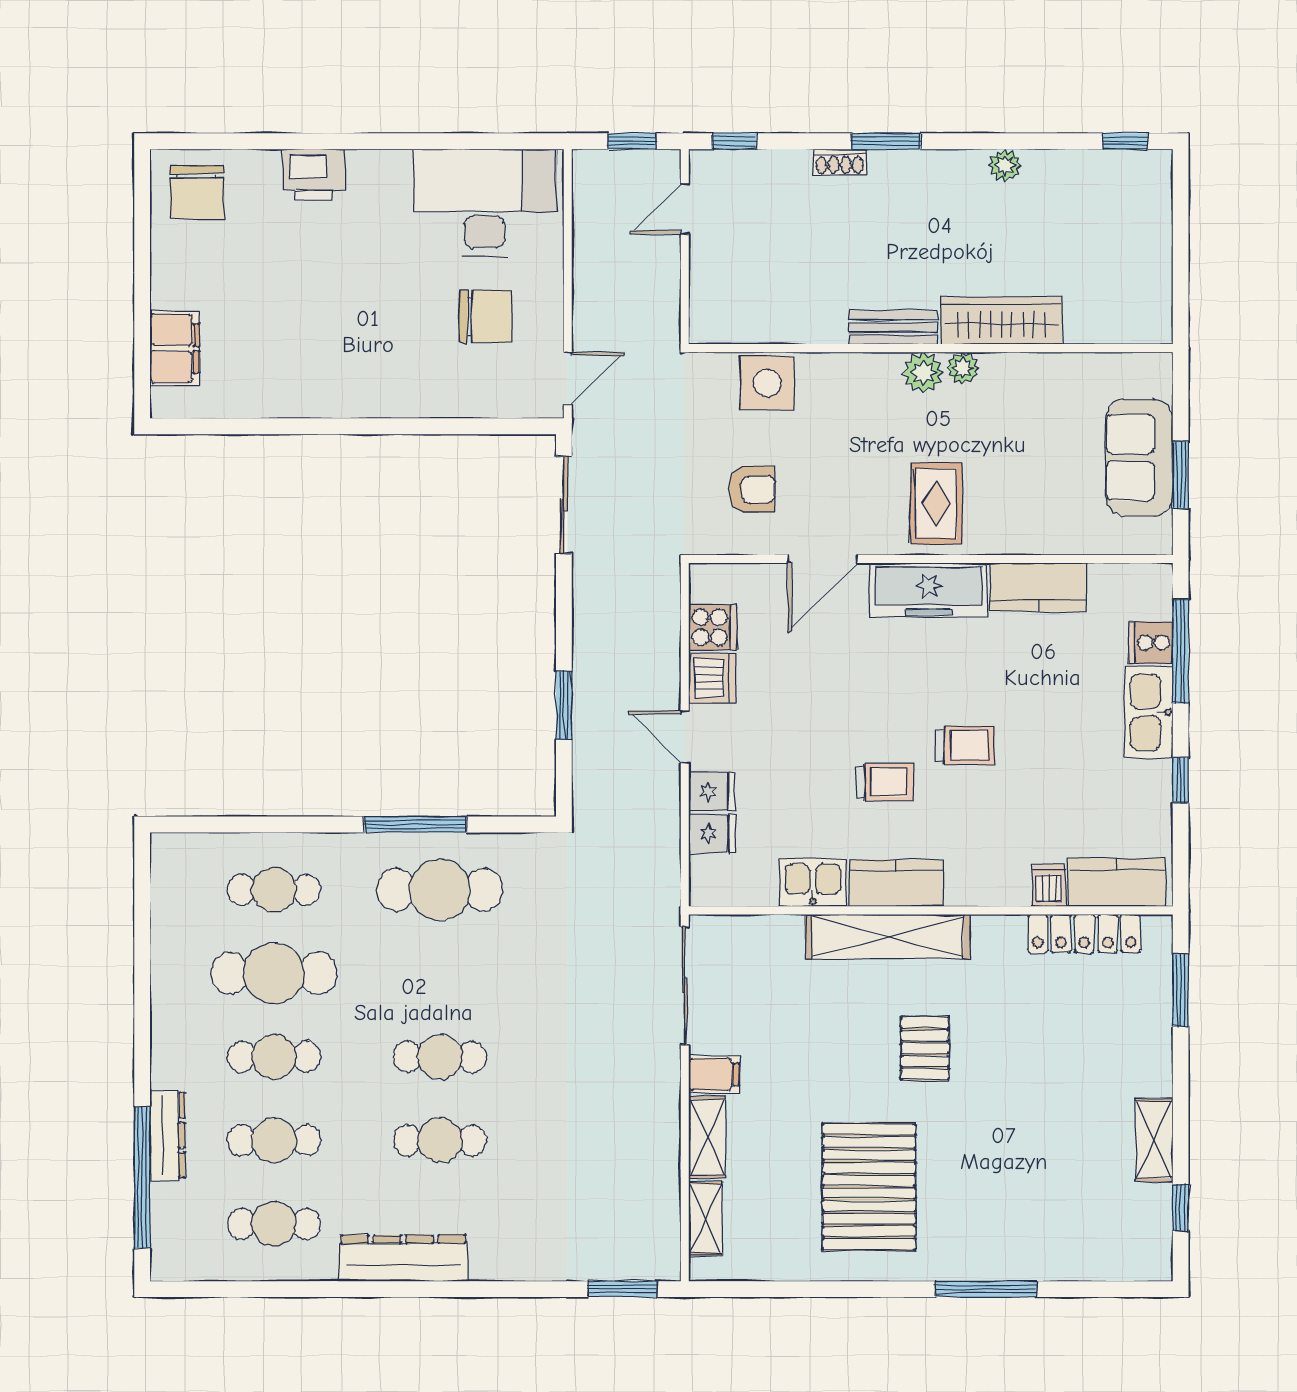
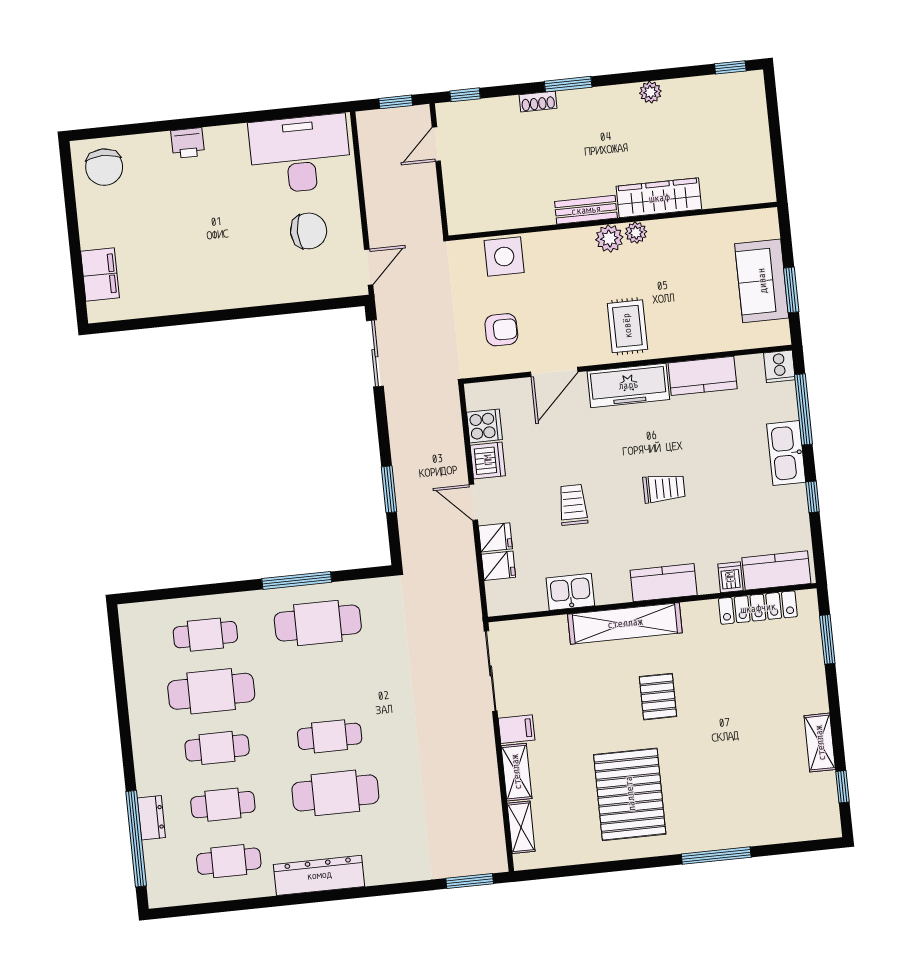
printer: (314, 175) -> (188, 143), width x0.73, depth x0.81
cooker: (1151, 643) -> (779, 366), moved, turned -90
trolley: (885, 782) -> (573, 505), moved, turned -90
kitchen counter: (896, 883) -> (664, 583), moved
dresser: (167, 1135) -> (151, 818), width x0.70
cafe table: (440, 1140) -> (335, 793), width x1.37, depth x1.35

